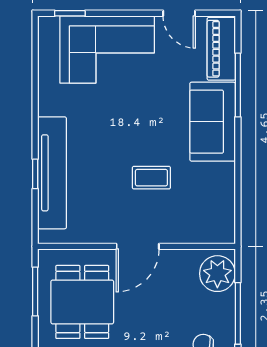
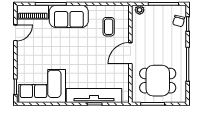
corner sofa: (107, 49) -> (42, 86), moved, turned -90
coffee table: (151, 178) -> (109, 27), moved
door: (138, 246) -> (130, 53), swing flipped
plant: (217, 274) -> (140, 10), width x0.53, depth x0.53

